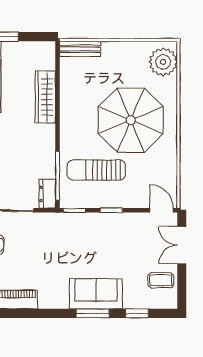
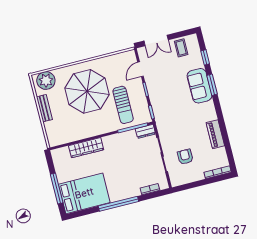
bench: (80, 49) -> (44, 108), moved
door: (162, 210) -> (141, 69), moved

